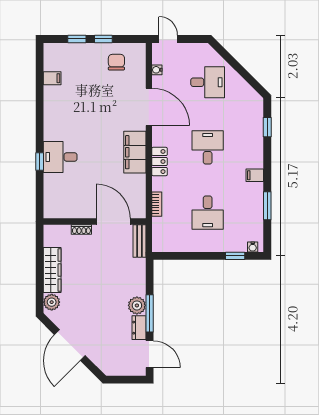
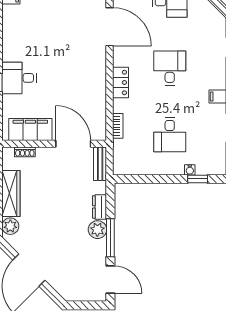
filing cabinet: (135, 152) -> (30, 130), moved, turned 90
shoe rack: (81, 229) -> (25, 152), moved
water cooler: (253, 247) -> (190, 170), moved
dresser: (139, 328) -> (100, 207), moved

